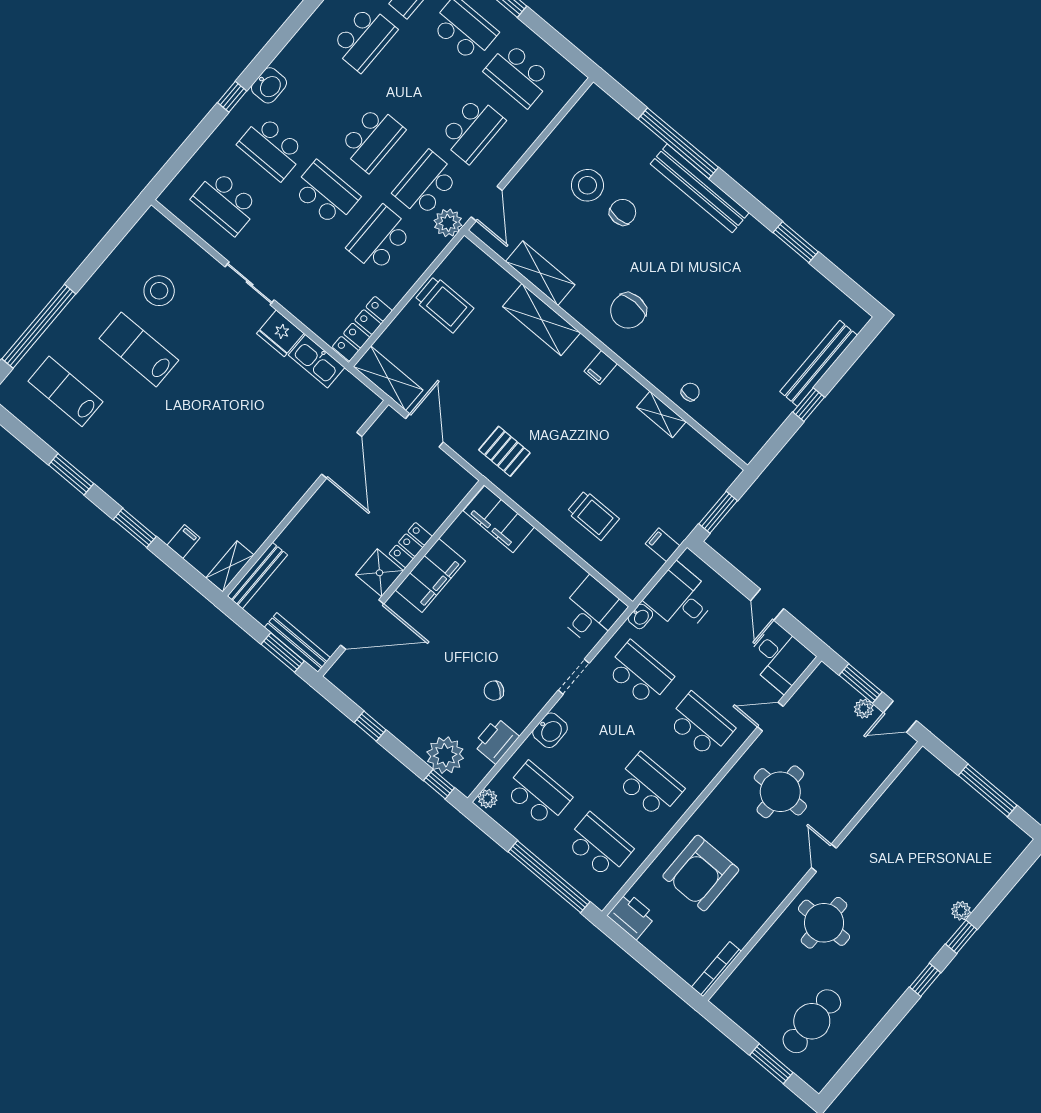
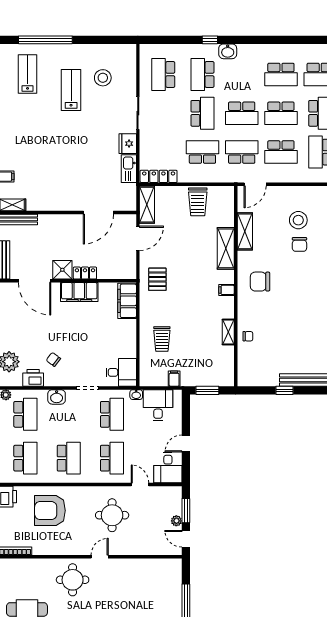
school desk: (418, 84) -> (281, 113), added
chair: (623, 212) -> (299, 244), turned 90
plant: (448, 223) -> (233, 175), removed

